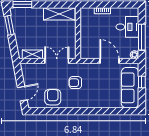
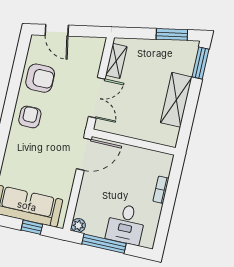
shelving: (59, 14) -> (176, 100), moved
door: (109, 61) -> (84, 154), moved
armchair: (75, 83) -> (30, 117), moved

